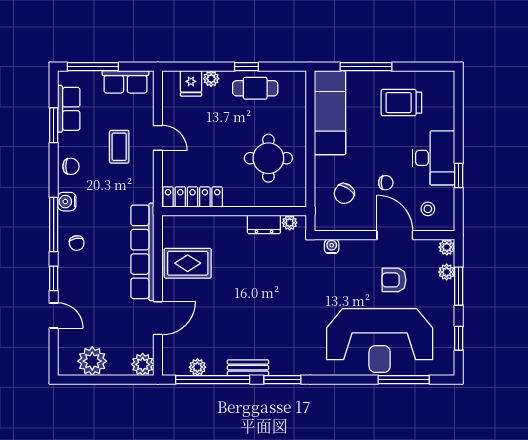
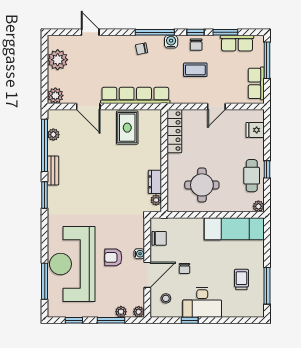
window: (366, 67) -> (267, 286), moved
plant: (211, 79) -> (258, 206), moved
trolley: (401, 103) -> (241, 280), width x0.73, depth x0.72
coffee table: (119, 147) -> (195, 70), moved
chair: (344, 194) -> (159, 238), moved, turned 148
water cooler: (332, 246) -> (139, 254), moved
window: (54, 278) -> (196, 32), moved
armchair: (394, 280) -> (113, 257), moved, turned -90
door: (54, 315) -> (90, 32), swing flipped

